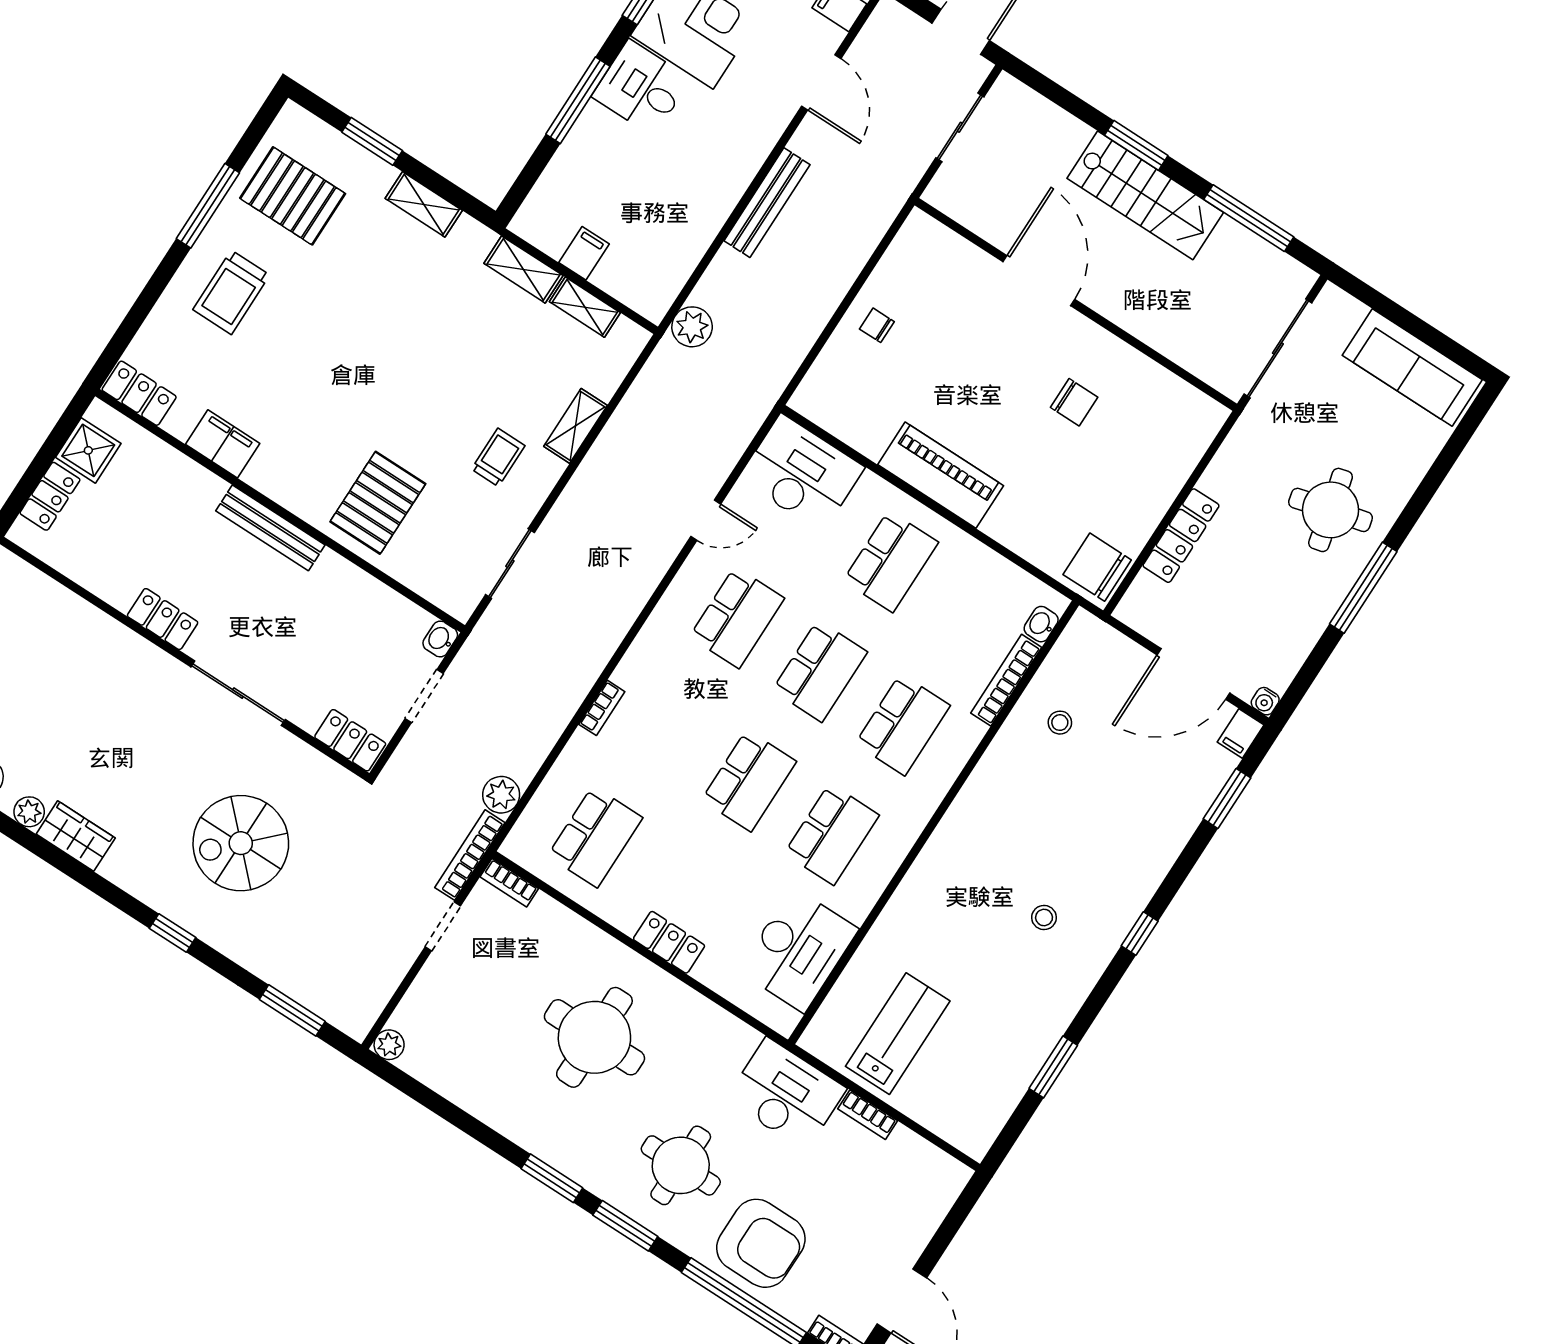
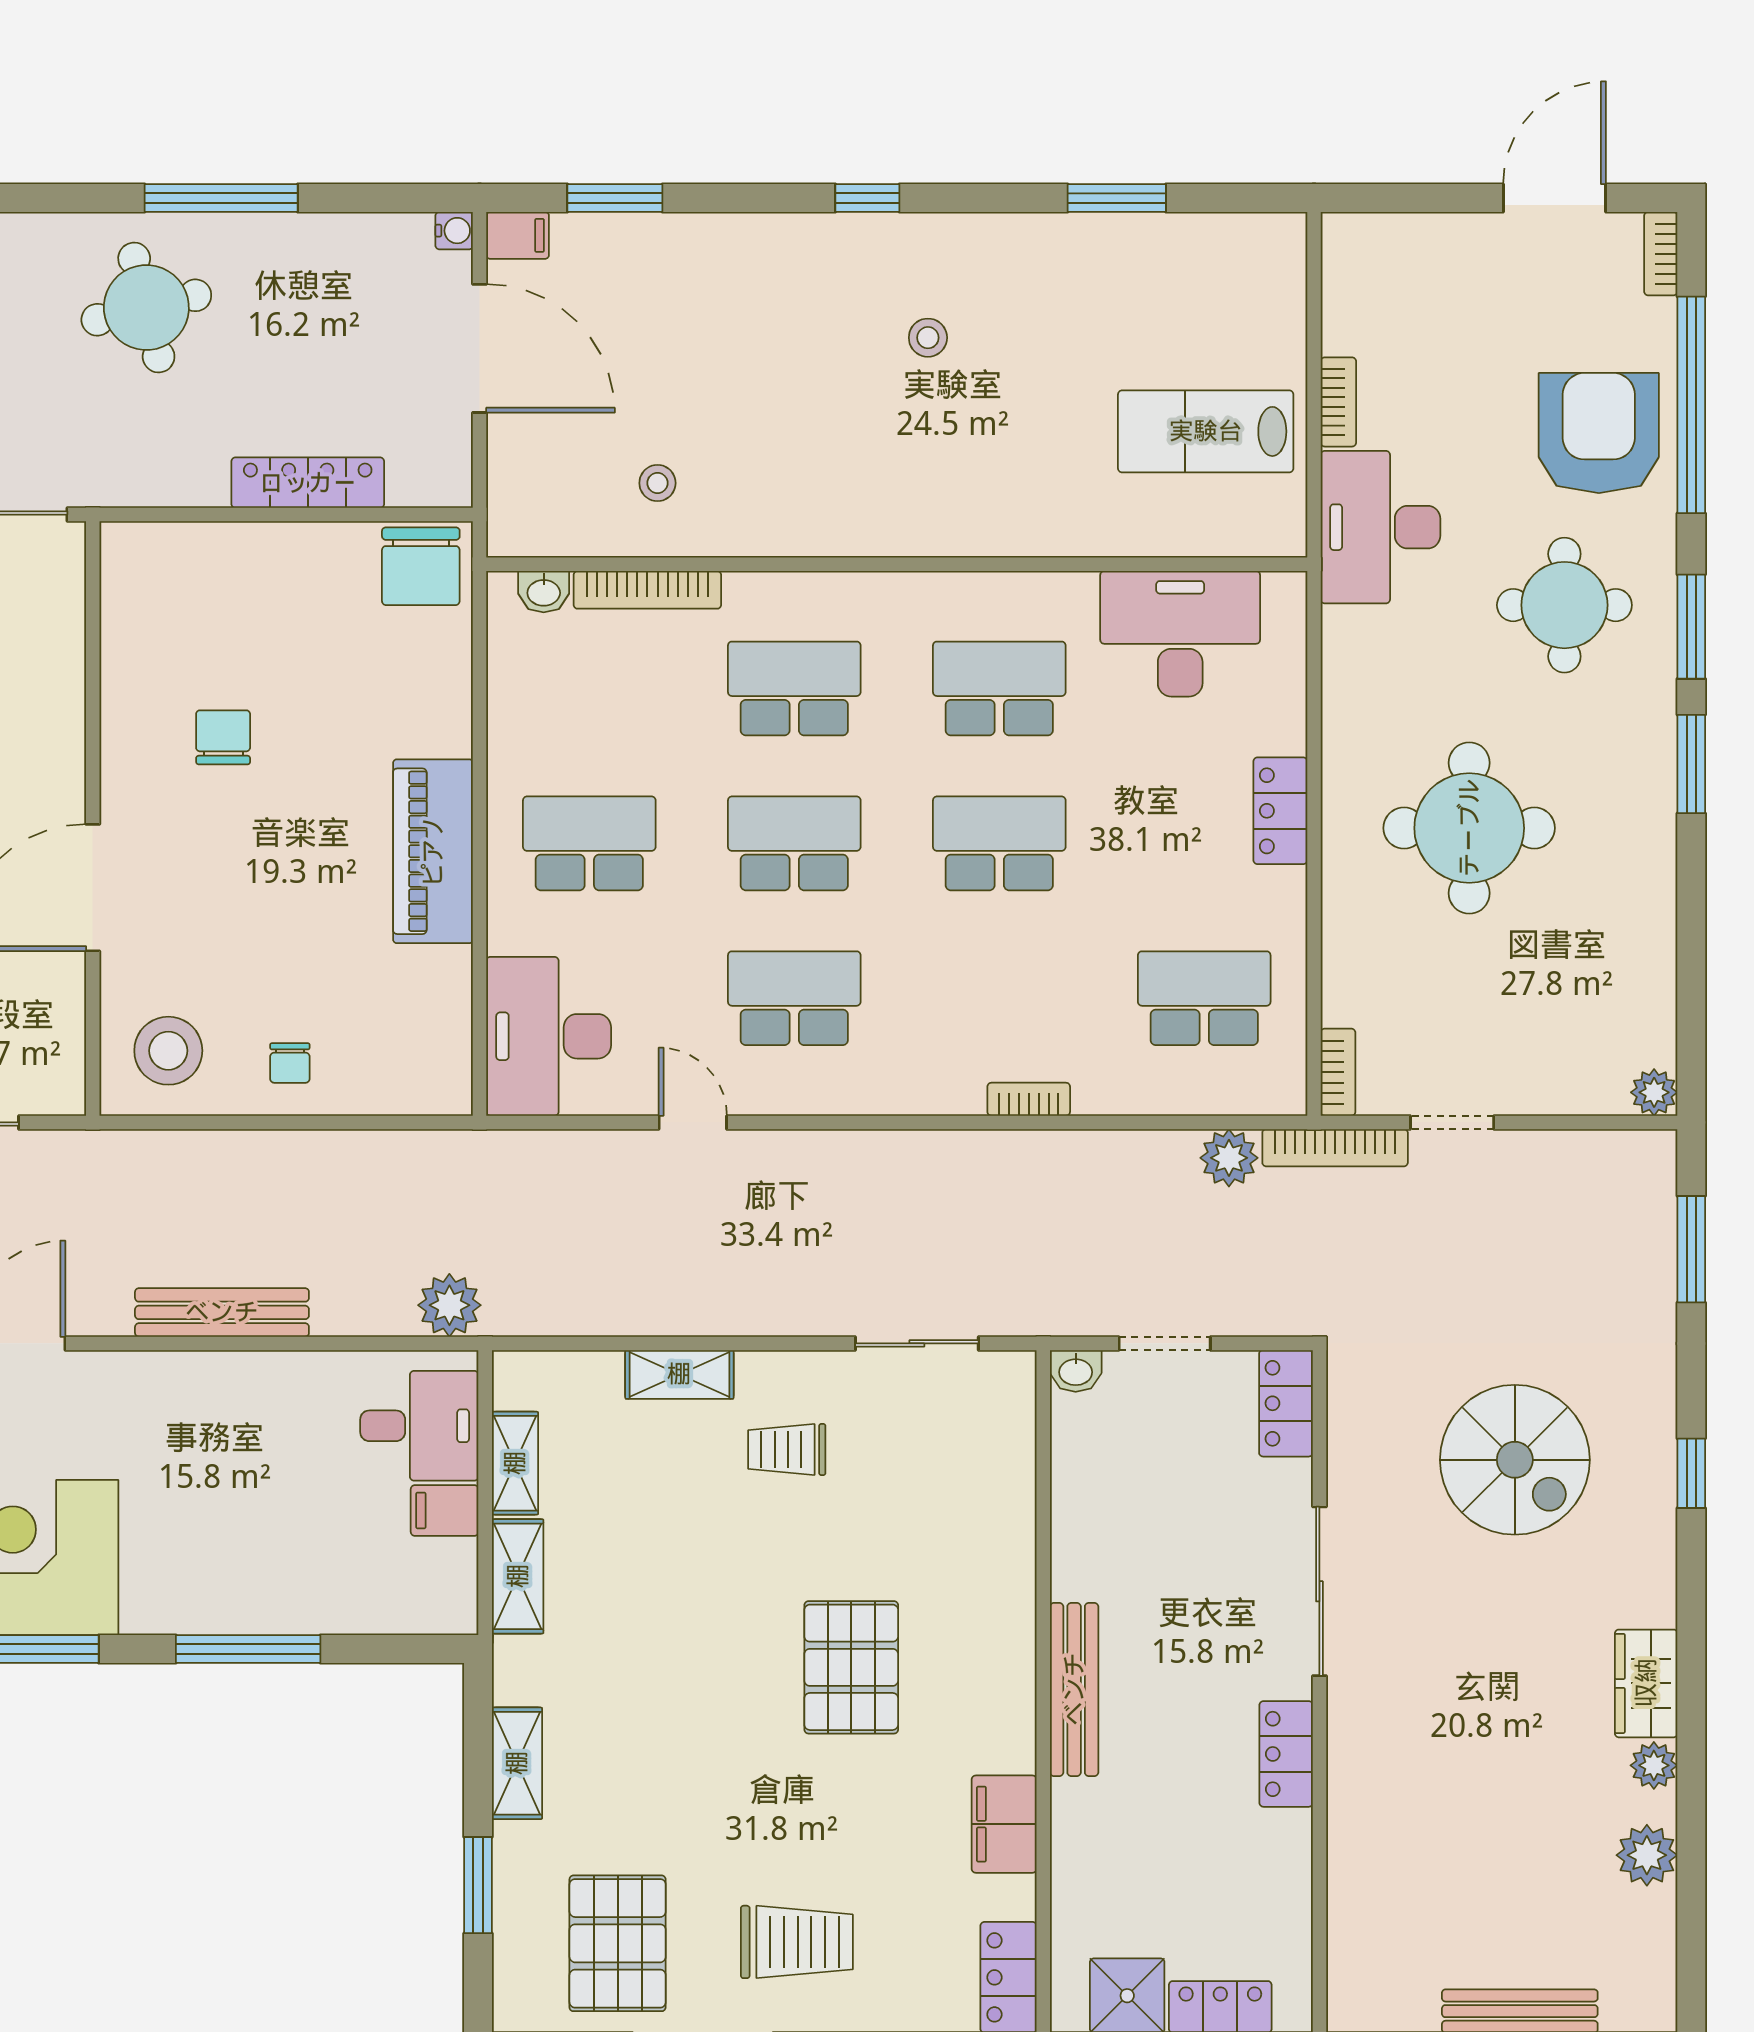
desk: (641, 88) -> (419, 1426), moved, turned -90
stool: (925, 264) -> (168, 1051), added
pallet: (378, 503) -> (851, 1667), moved, turned 90

